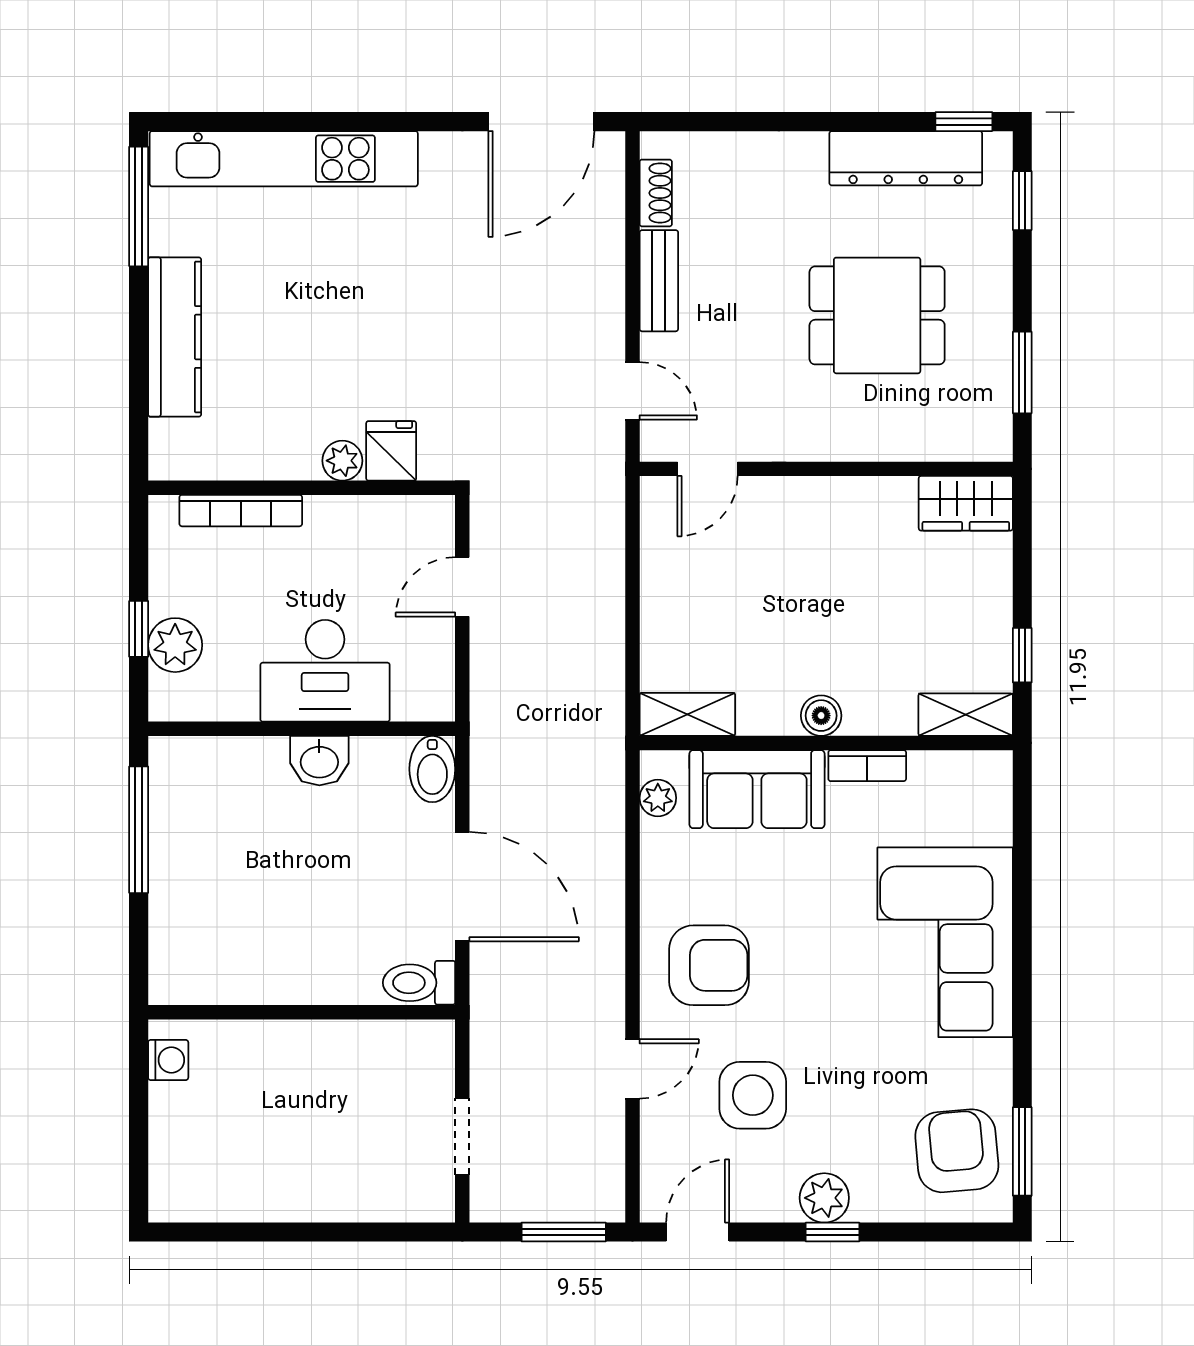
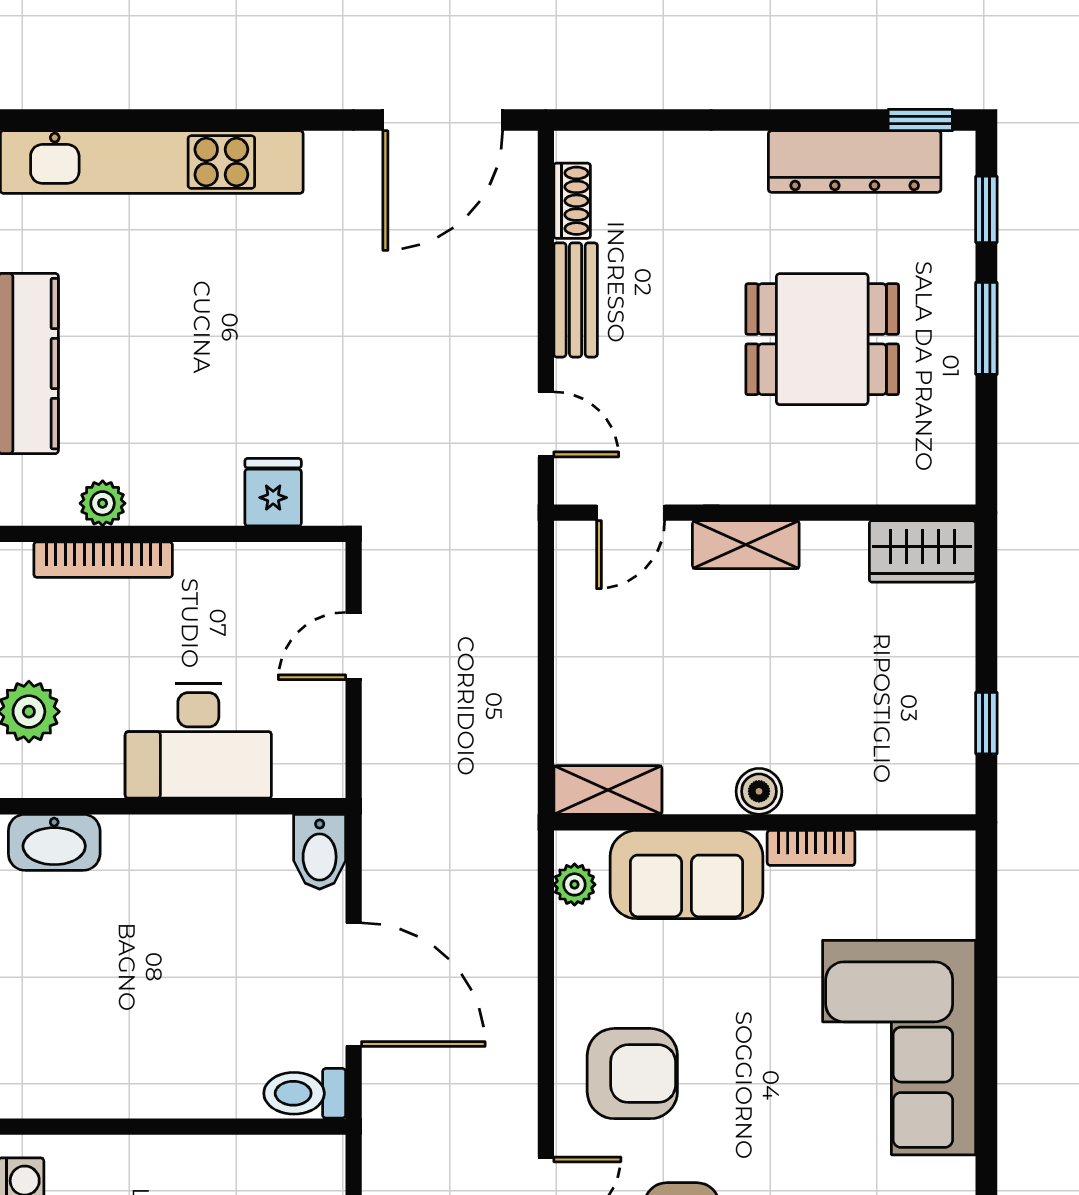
window: (1022, 373) -> (986, 328), moved
plant: (342, 461) -> (103, 503), moved
shelving: (966, 715) -> (746, 545), moved
washbasin: (319, 761) -> (54, 842), moved, width x1.38

